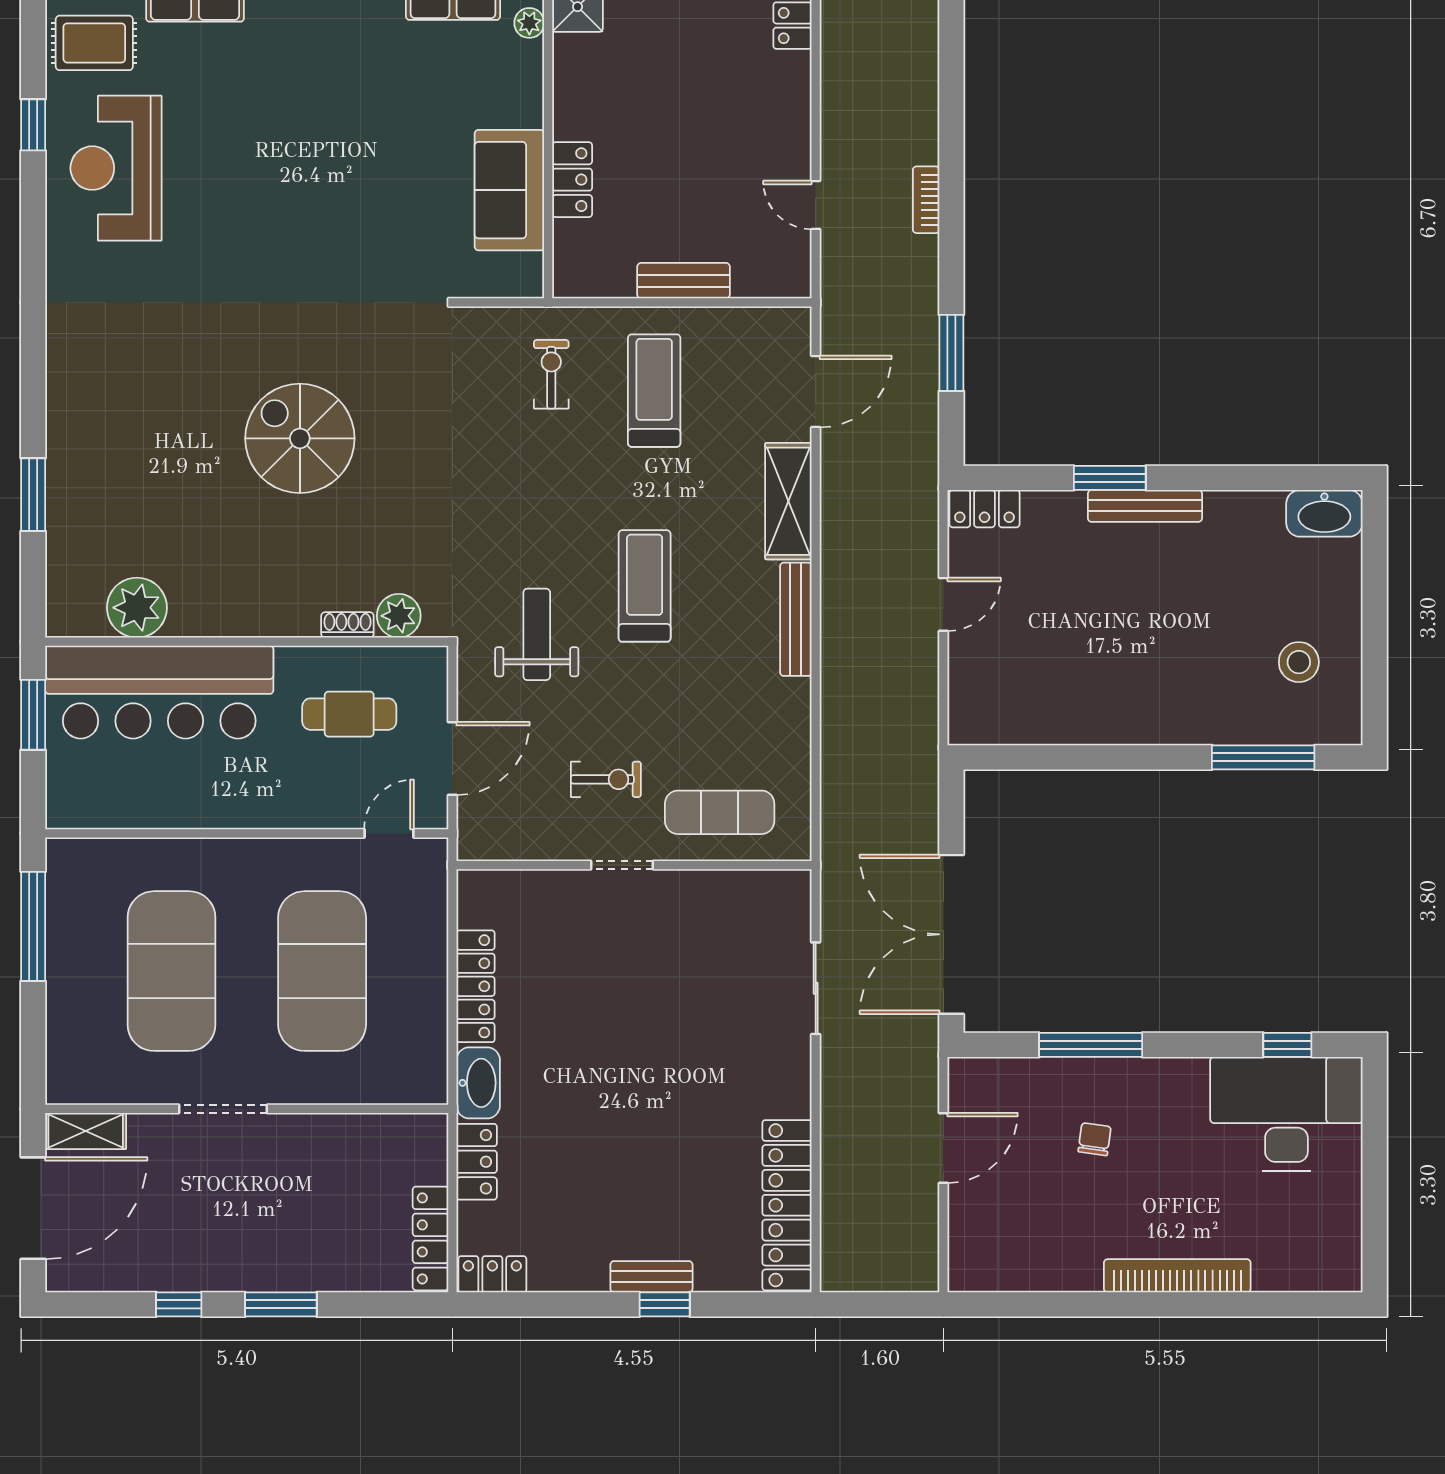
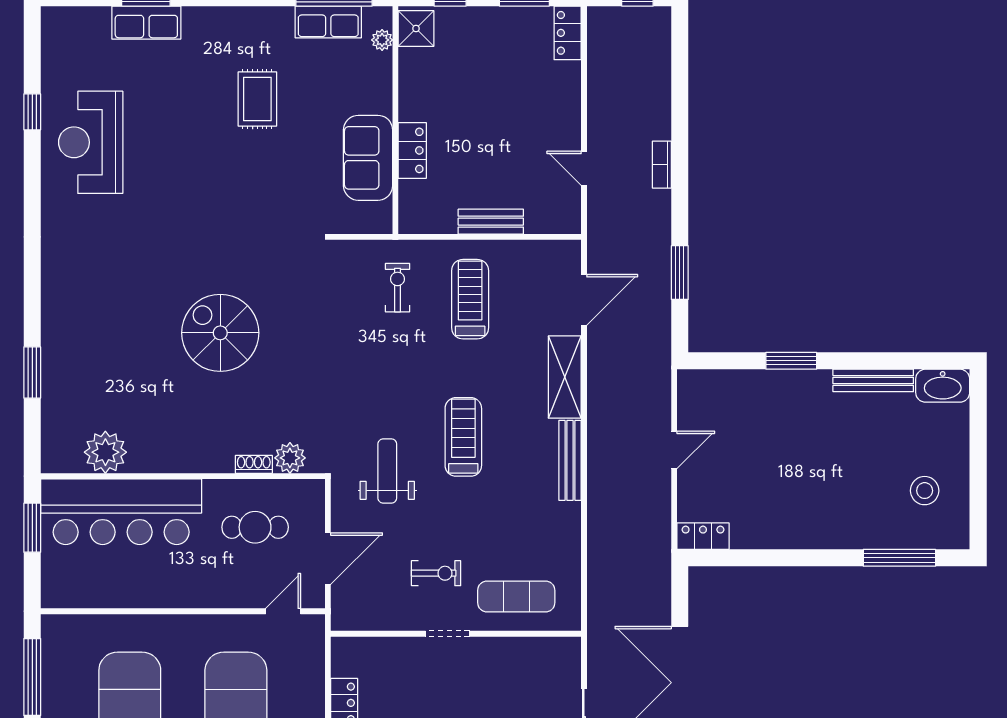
rug: (94, 43) -> (257, 99), moved, turned 90
bench: (1145, 506) -> (873, 380), moved
locker: (984, 509) -> (703, 536), moved, turned 180

